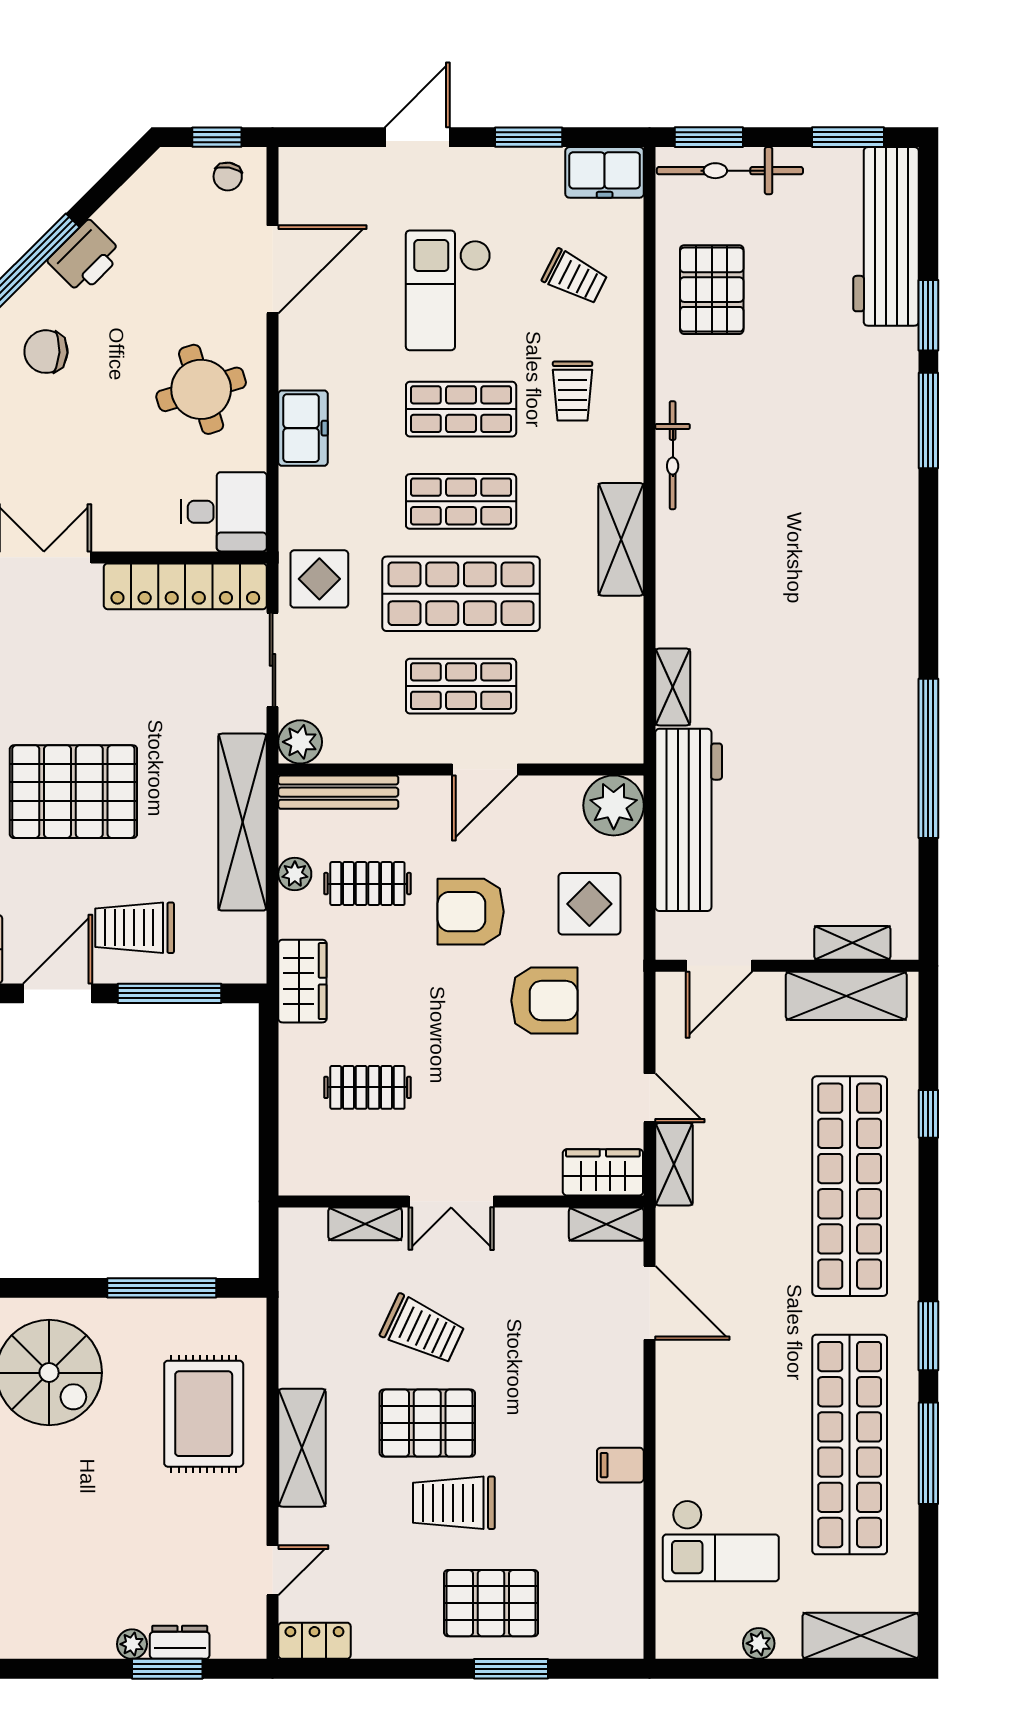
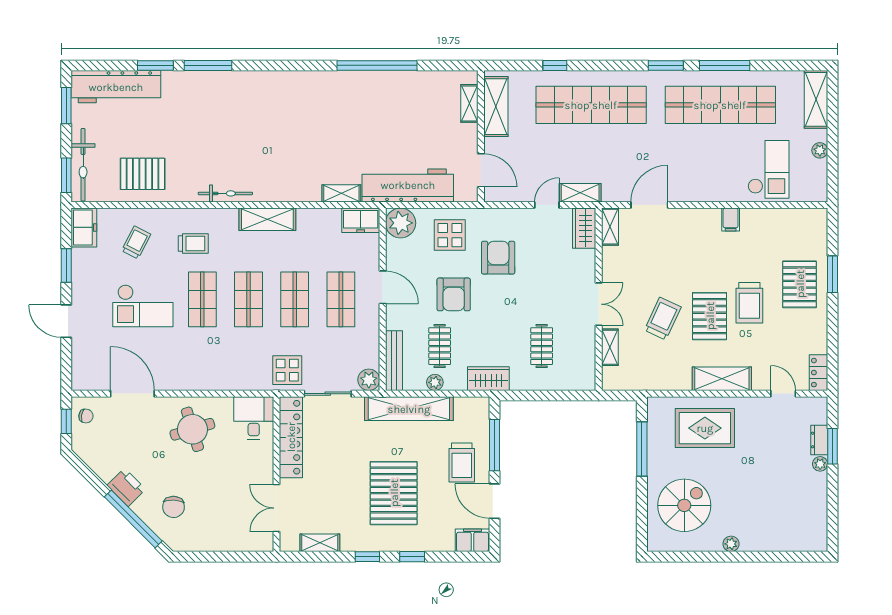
freezer: (303, 428) -> (361, 220), moved, turned 180
shop shelf: (461, 594) -> (295, 299), width x0.70, depth x0.74

